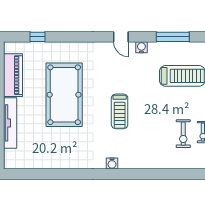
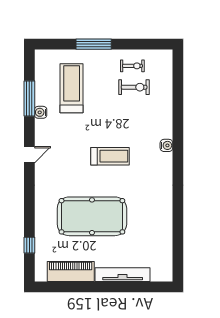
water cooler: (141, 47) -> (41, 112), moved
water cooler: (112, 163) -> (166, 145), moved

